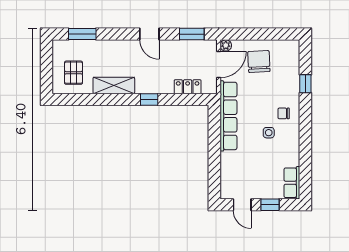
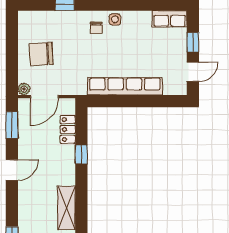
door: (219, 65) -> (44, 97), swing flipped
window: (149, 99) -> (81, 154), moved
row of seats: (228, 116) -> (125, 86), moved
side table: (269, 133) -> (115, 19), moved

